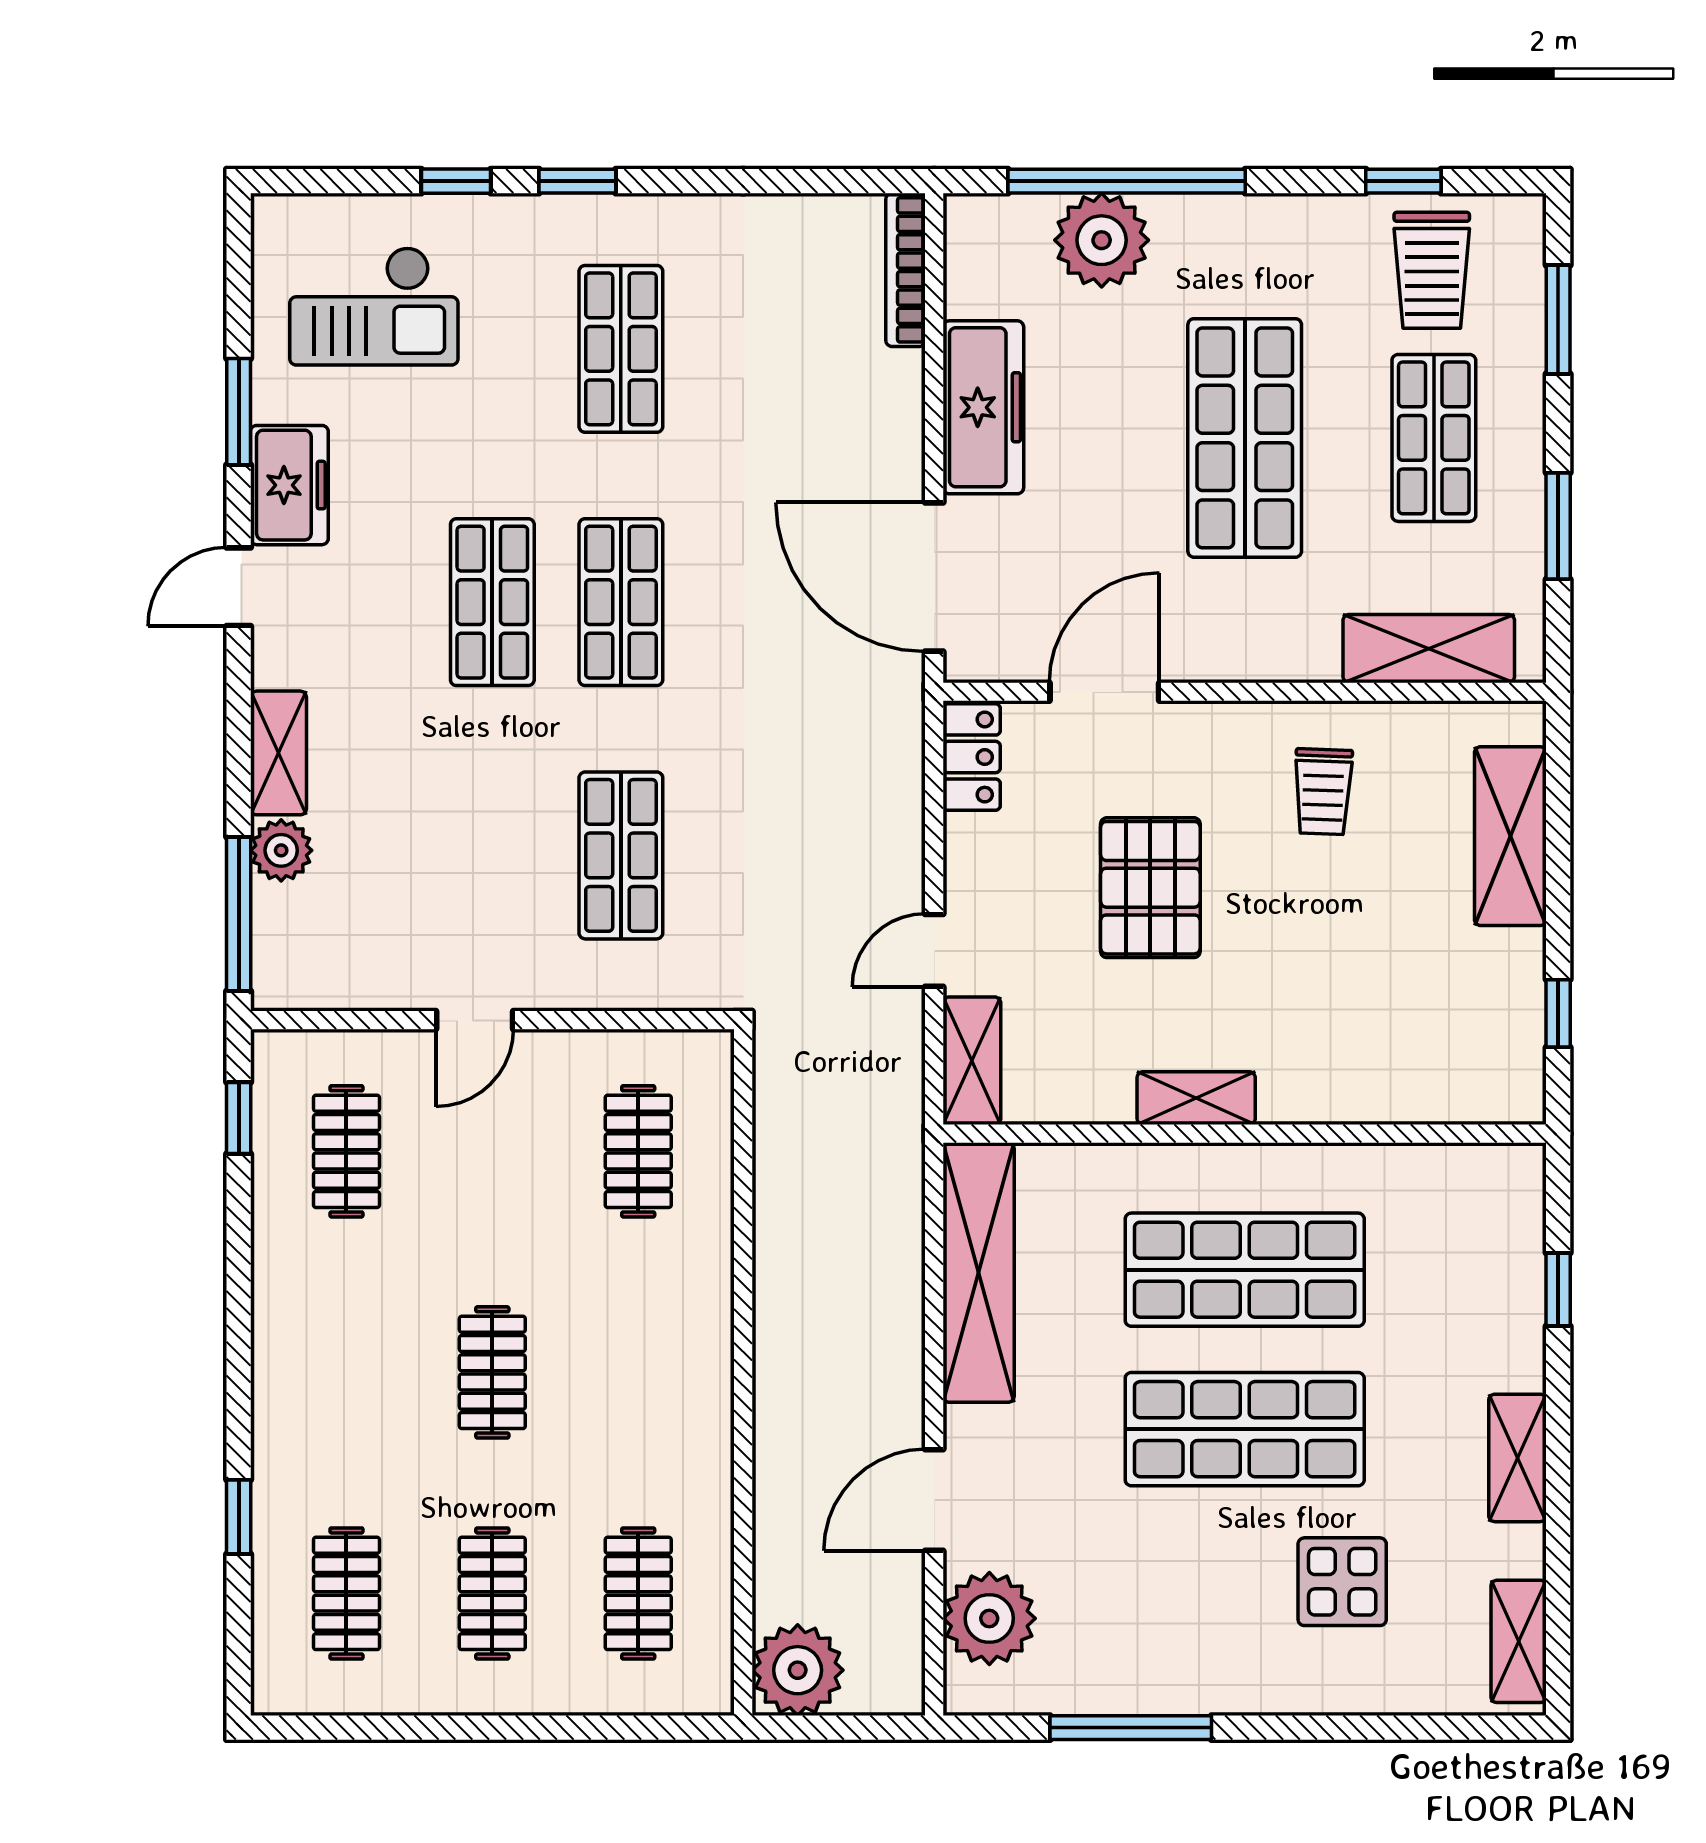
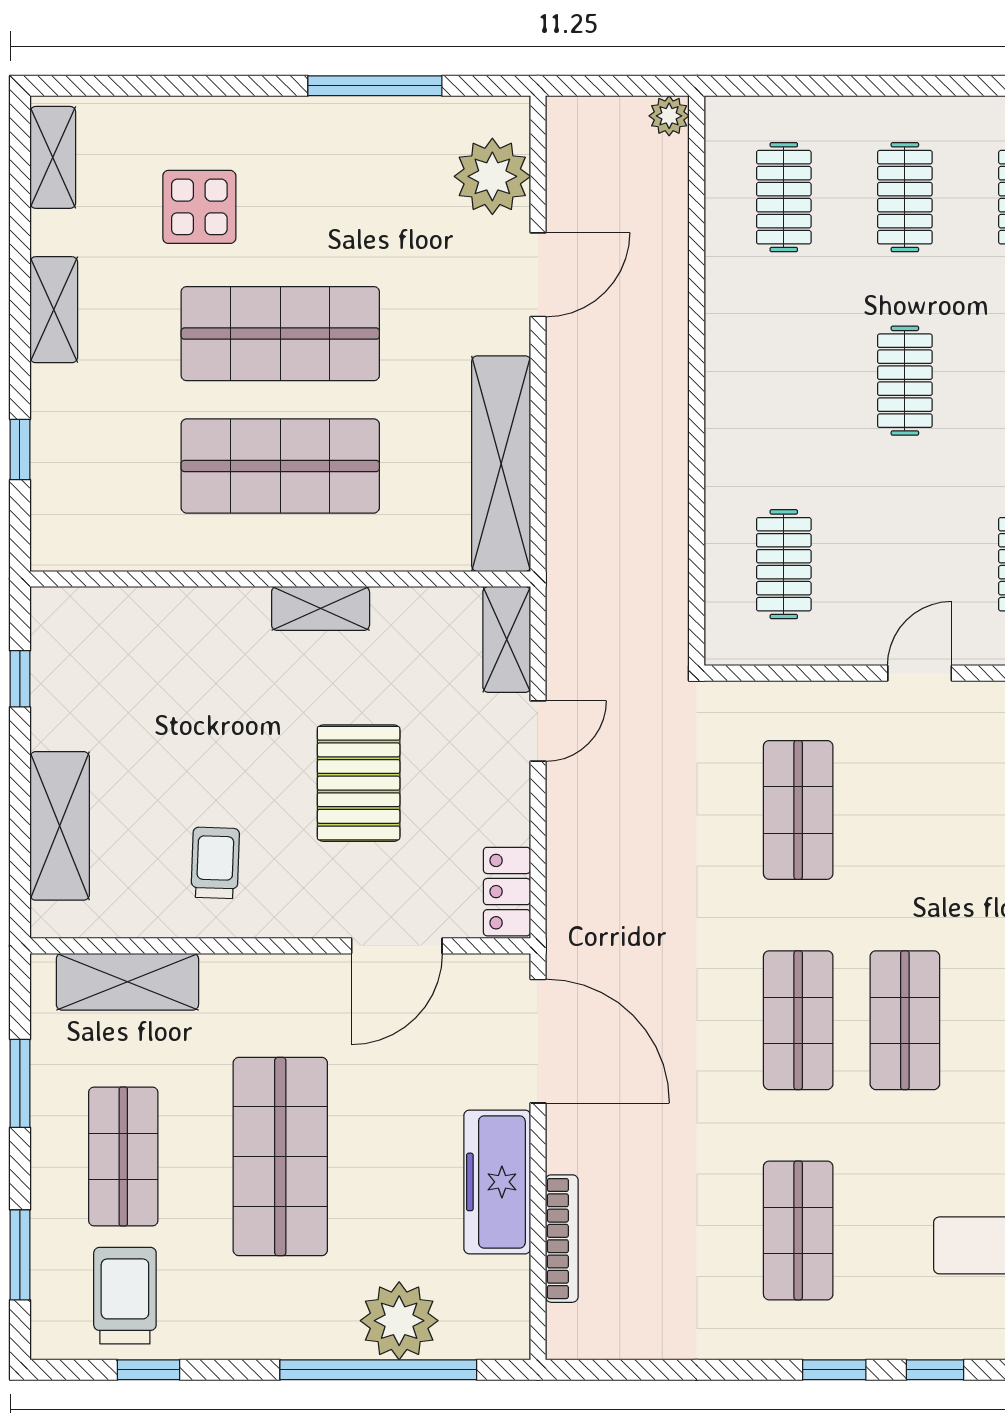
bookcase: (906, 270) -> (562, 1239), moved
plant: (798, 1670) -> (669, 116), width x0.53, depth x0.53

